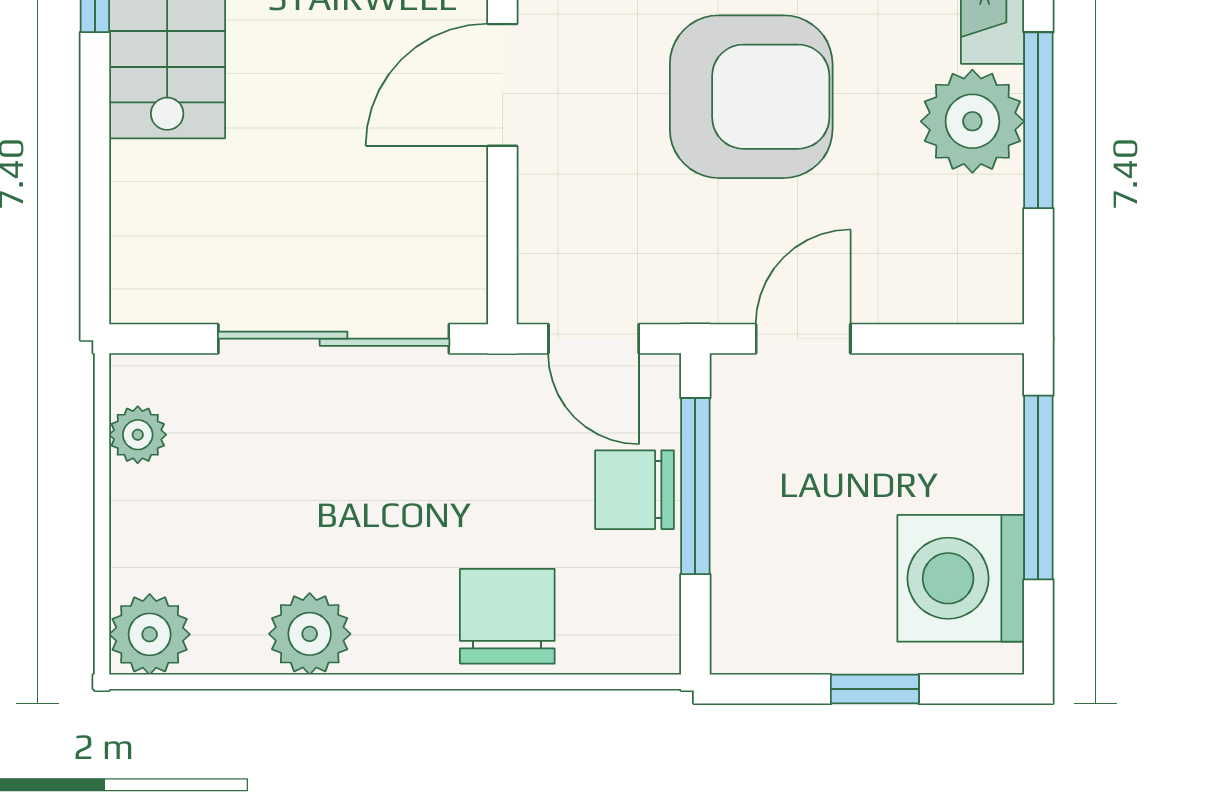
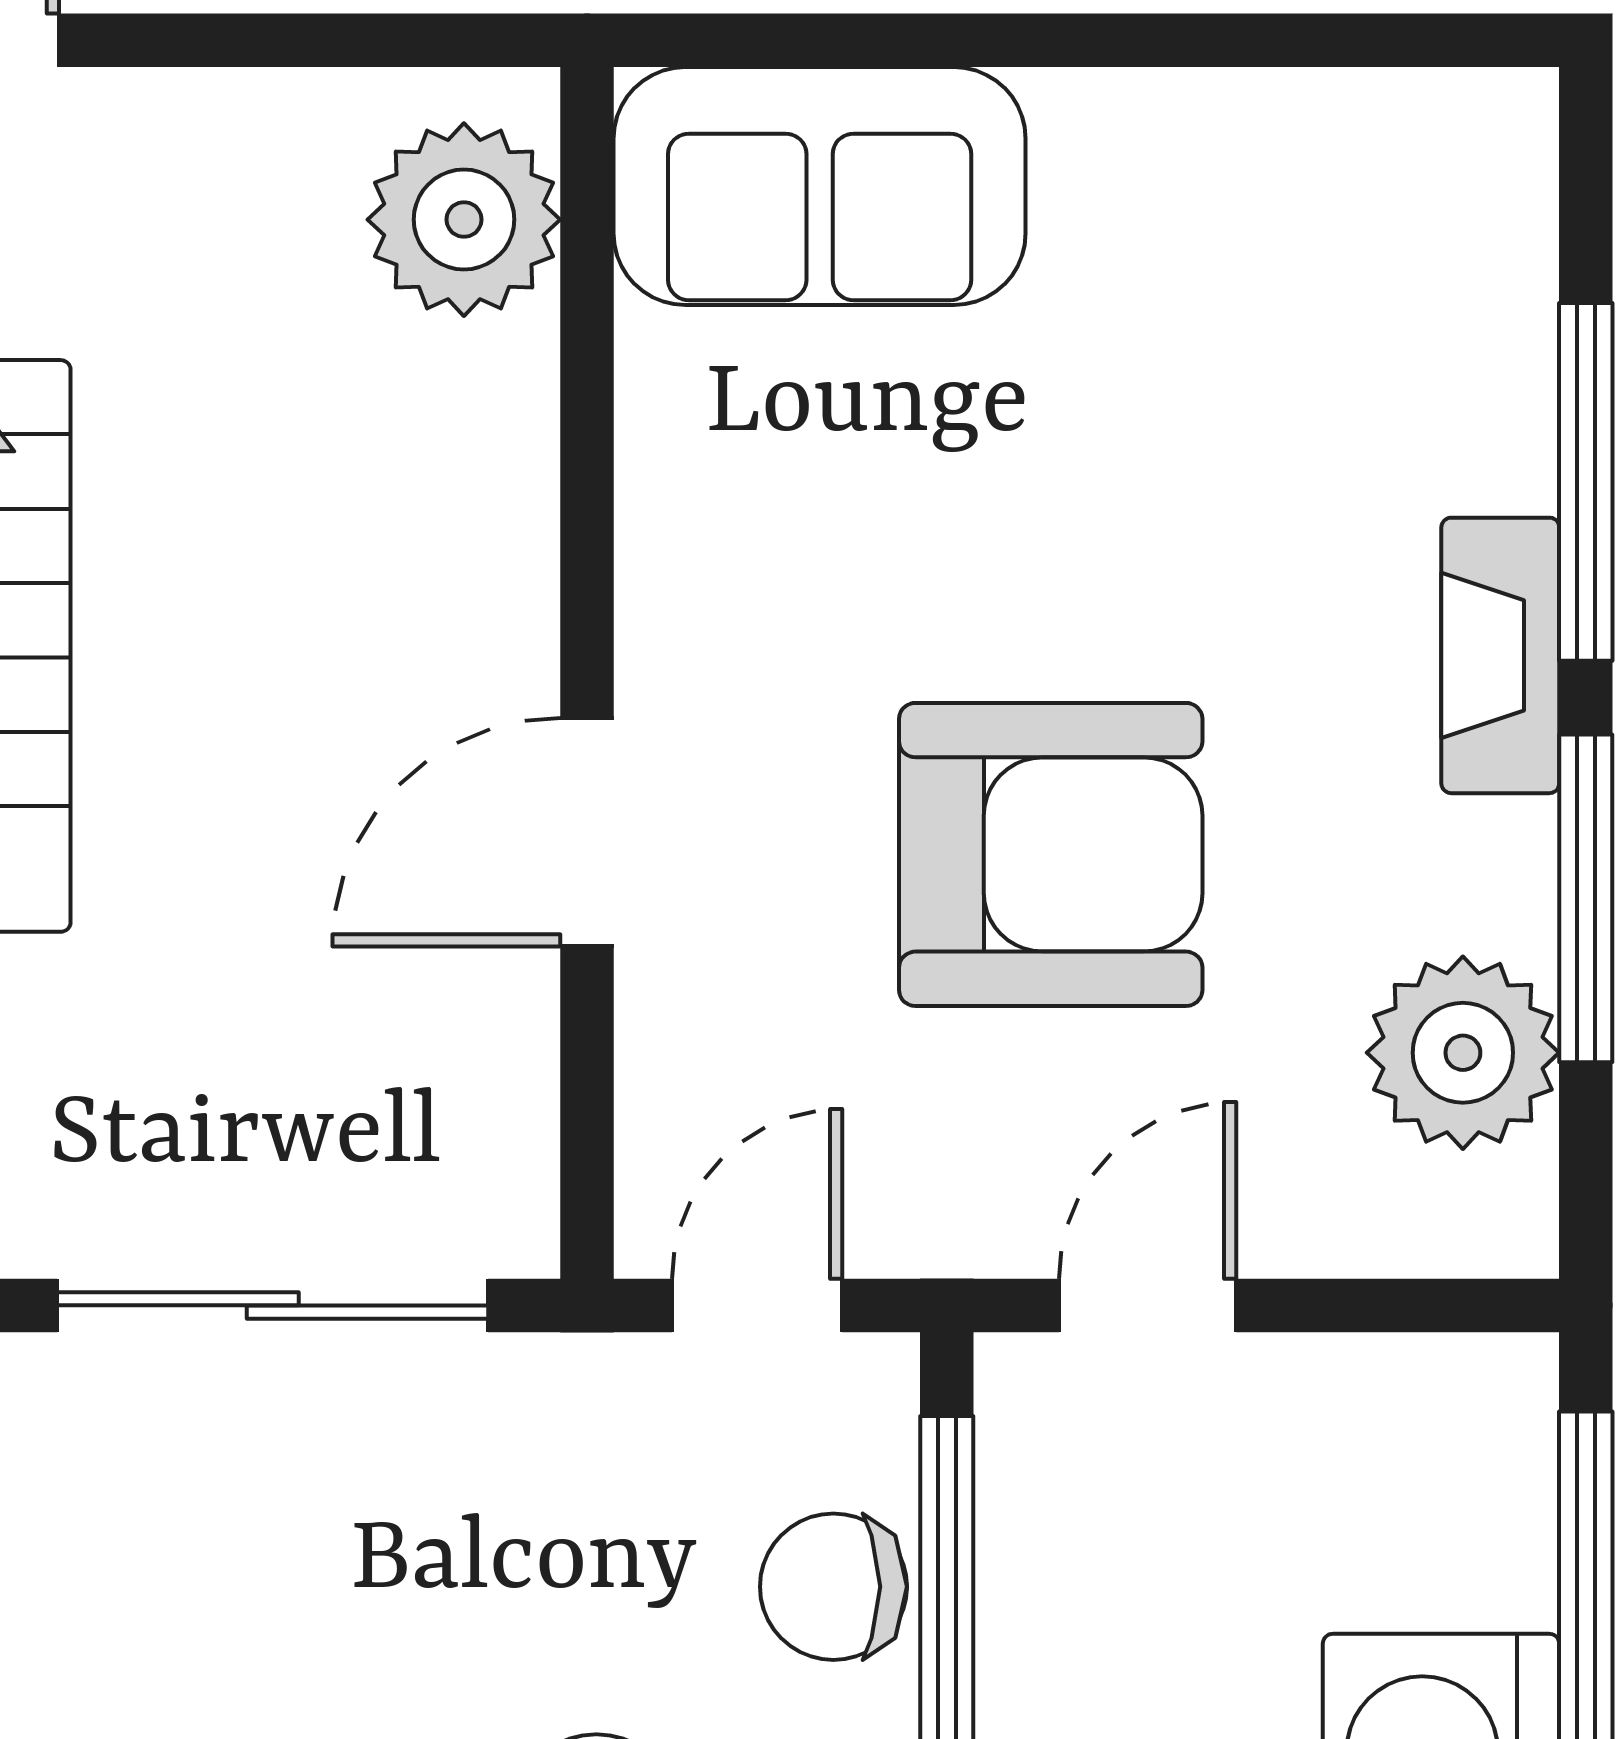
plant: (972, 121) -> (1463, 1053), moved
door: (594, 339) -> (757, 1305), swing flipped

